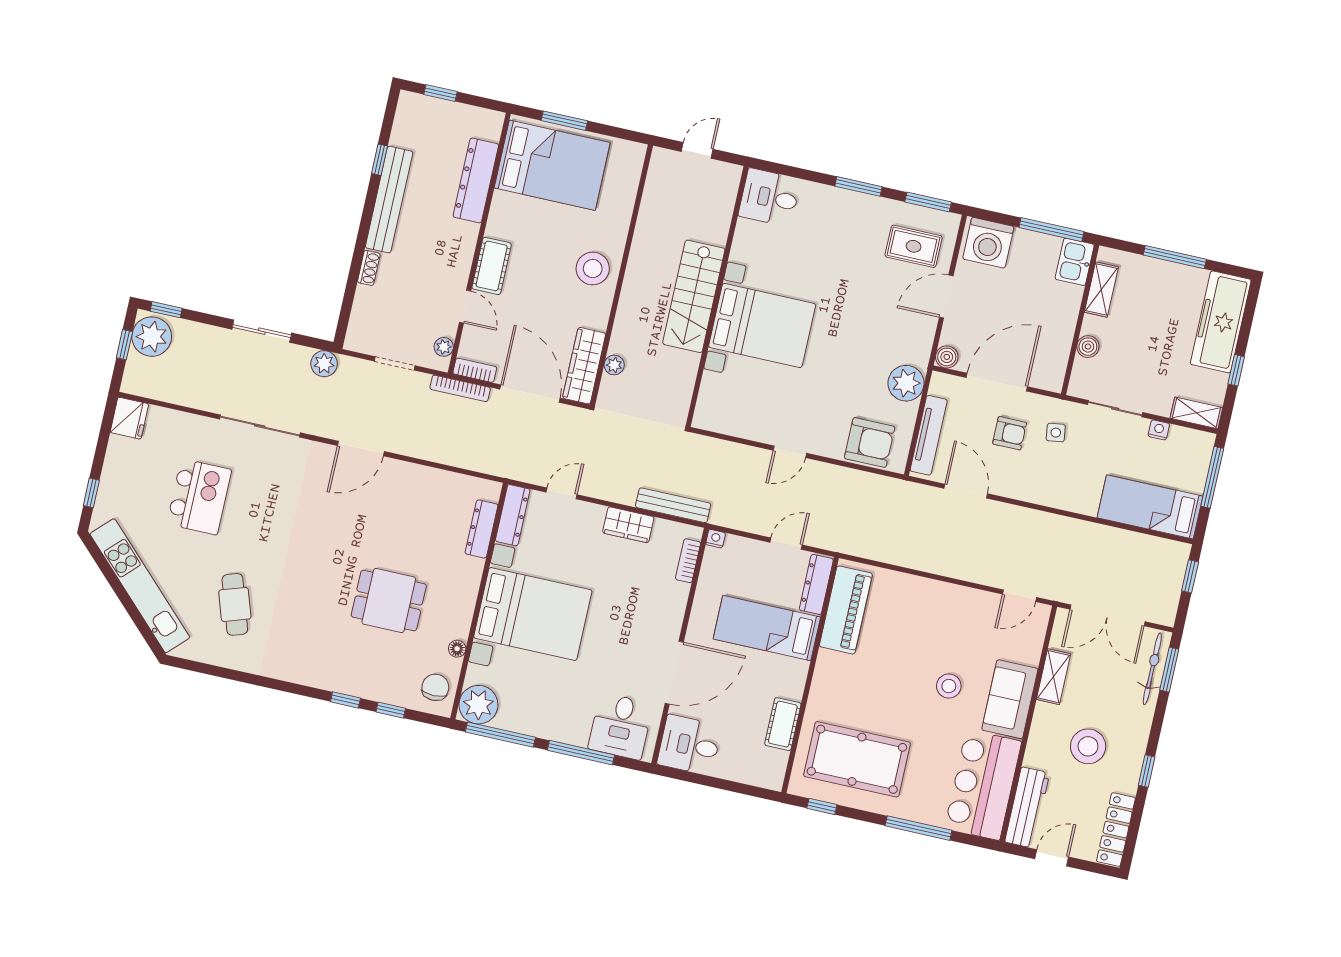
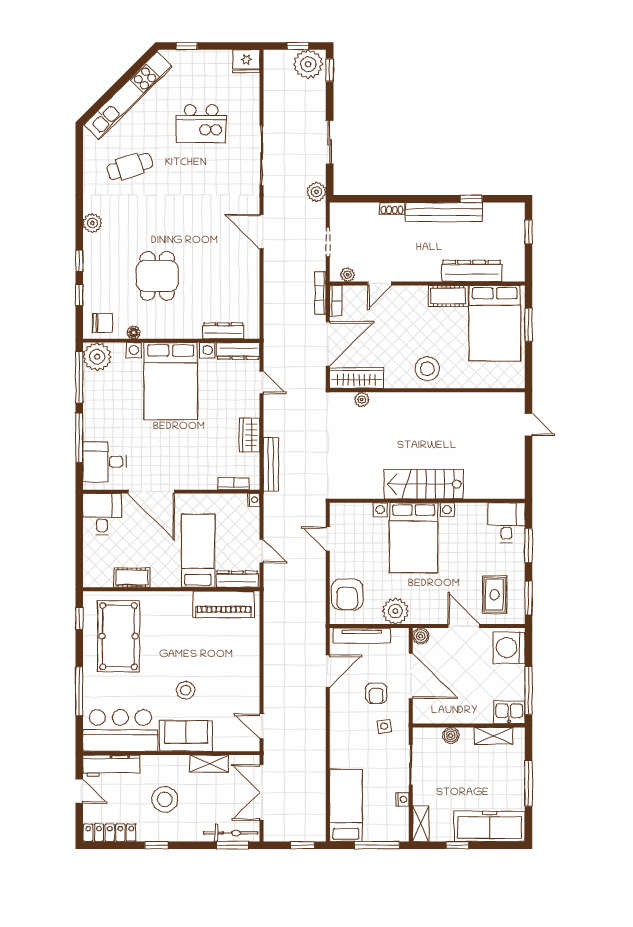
desk: (770, 197) -> (506, 523), moved
cot: (492, 266) -> (448, 296), moved
stairs: (694, 296) -> (424, 484), moved
wall: (717, 296) -> (427, 501), moved
bed with nightstands: (762, 326) -> (414, 538), moved
plant: (299, 671) -> (92, 223), added

